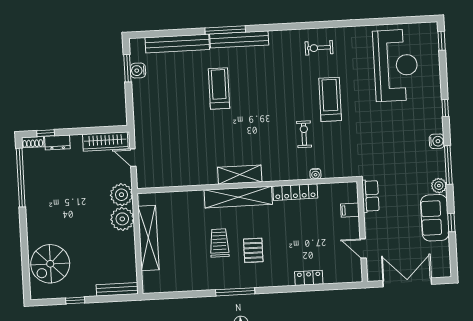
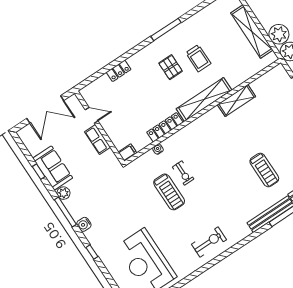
exercise bike: (319, 48) -> (209, 242), width x1.38, depth x1.39
treadmill: (330, 99) -> (169, 192), moved
shelving: (240, 175) -> (236, 100), moved
row of seats: (370, 196) -> (98, 139), moved
filing cabinet: (350, 210) -> (128, 153), moved

